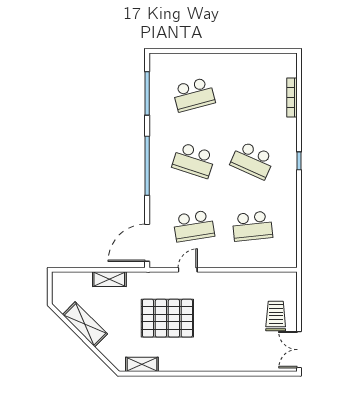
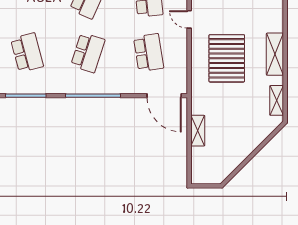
door: (188, 270) -> (189, 19), moved
pallet: (167, 318) -> (227, 58), moved
shelving: (85, 324) -> (275, 54), moved, turned -45

